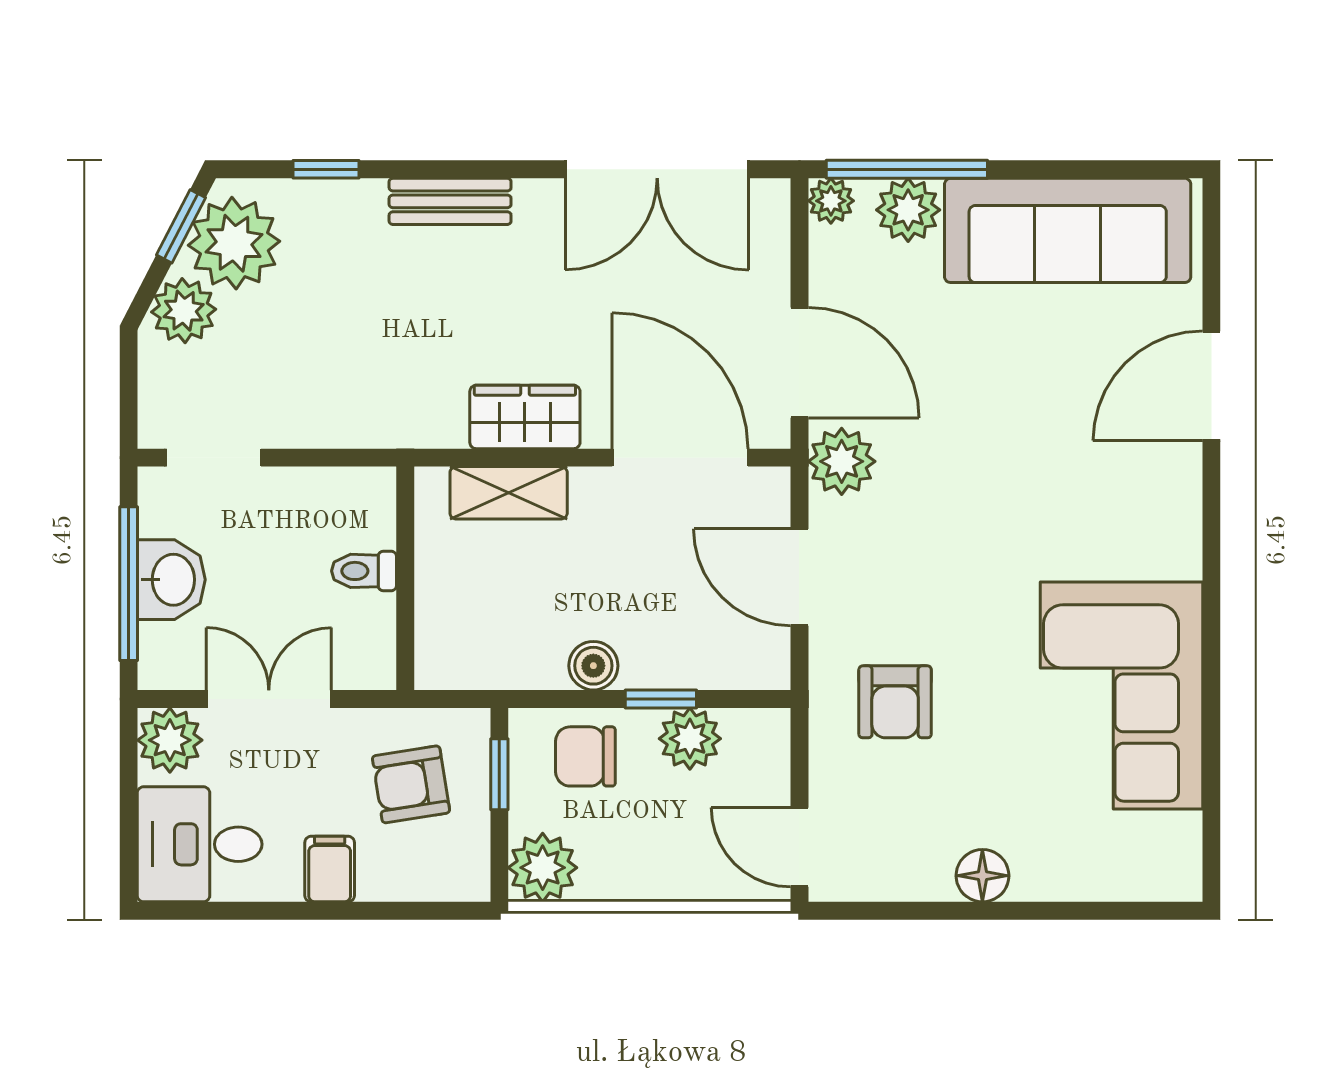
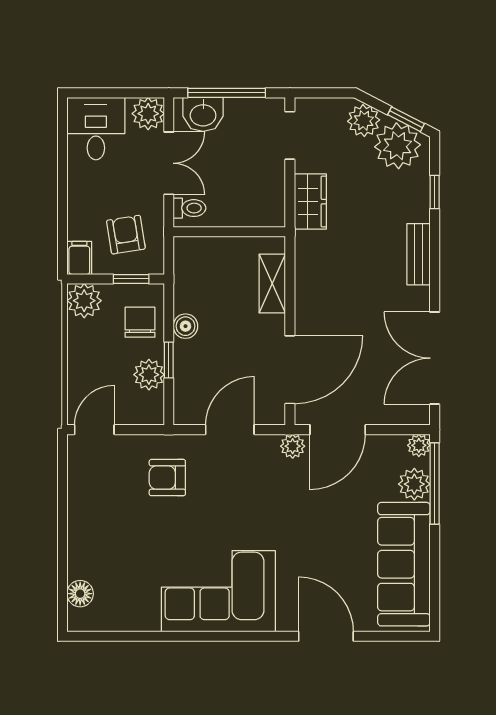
wardrobe: (525, 417) -> (310, 202), moved
plant: (842, 461) -> (293, 446), width x0.73, depth x0.73
toilet: (364, 571) -> (190, 208), moved, turned 90
washbasin: (171, 580) -> (203, 114), moved
corner sofa: (1122, 695) -> (218, 591), moved
filing cabinet: (330, 869) -> (79, 258), moved, turned -90
floor lamp: (982, 876) -> (80, 594), moved

